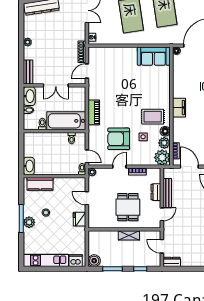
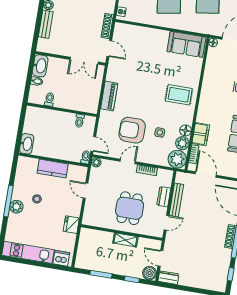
door: (87, 71) -> (109, 48), swing flipped
bench: (28, 72) -> (46, 24), moved
double door: (56, 85) -> (84, 61), moved
filing cabinet: (179, 108) -> (201, 134), moved
rug: (153, 117) -> (179, 95), moved
bathtub: (66, 121) -> (77, 100), removed
kitchen counter: (40, 184) -> (53, 169), moved
fridge: (80, 219) -> (71, 225), moved
boiler: (94, 261) -> (150, 273), moved

